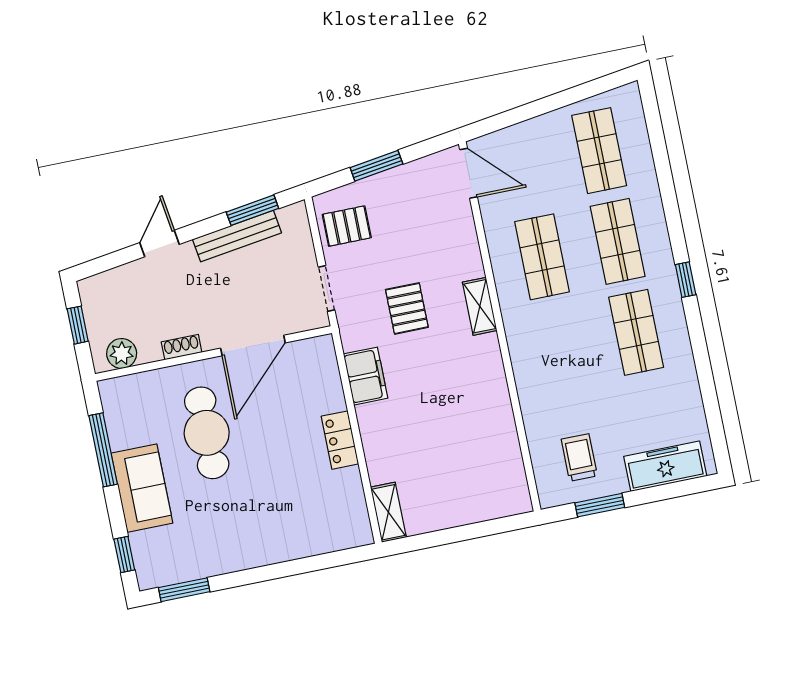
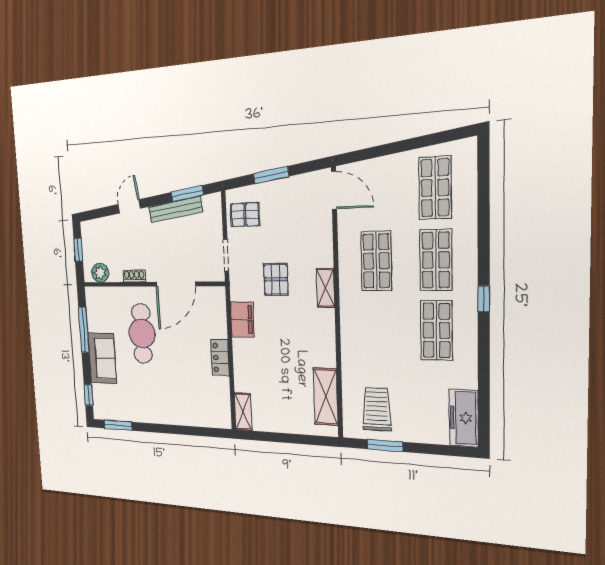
shelving: (506, 458) -> (326, 397), added
trolley: (579, 458) -> (377, 409), width x1.36, depth x1.39
freezer: (665, 466) -> (464, 418), moved, turned -90

